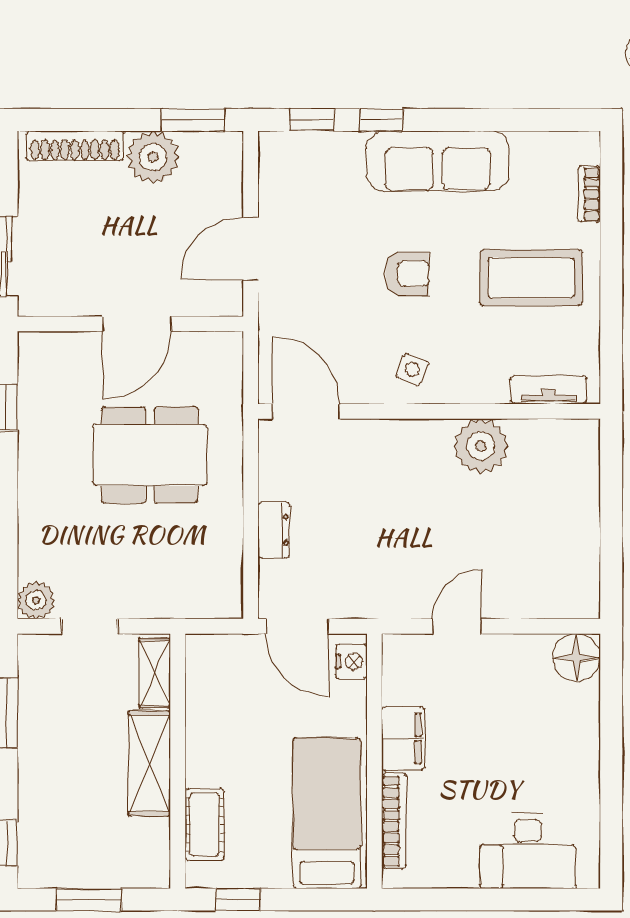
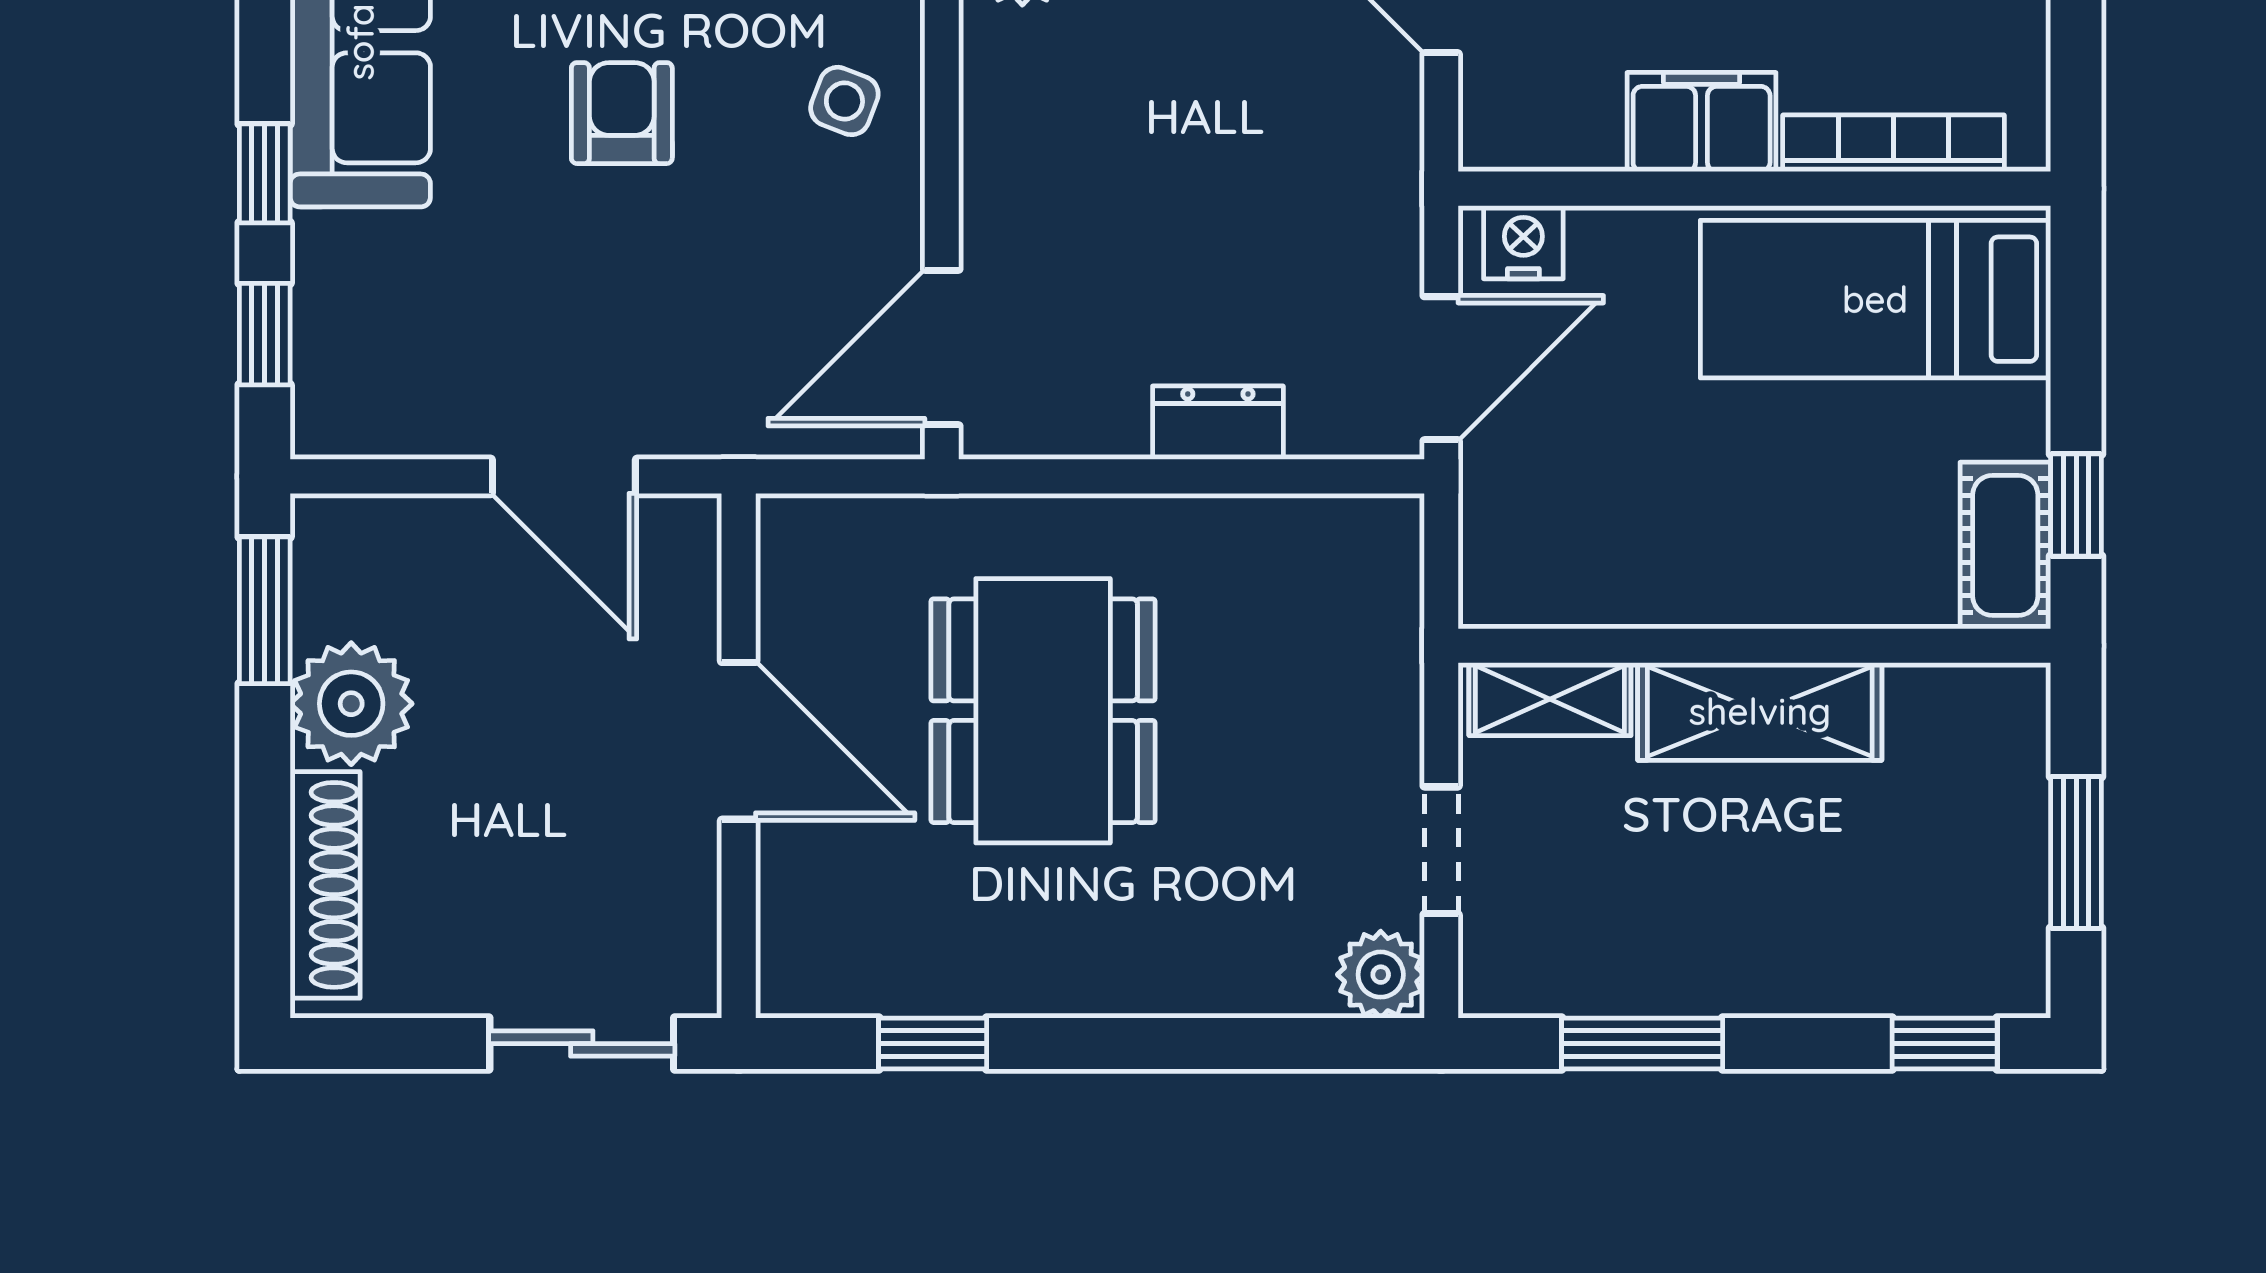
cot: (205, 824) -> (2005, 545), moved, turned 90

